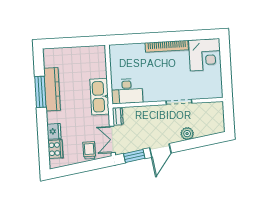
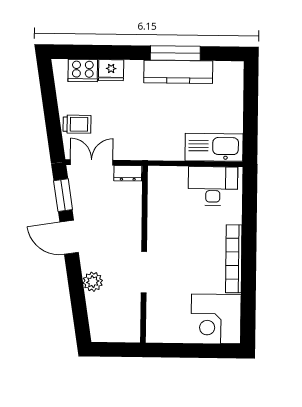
desk: (127, 91) -> (213, 186), moved, turned 90
kitchen sink: (100, 97) -> (214, 147), moved

